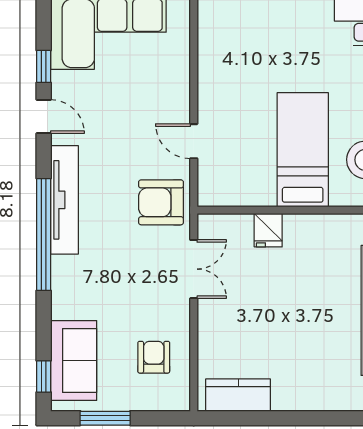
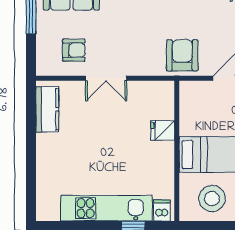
double door: (194, 269) -> (106, 78), moved

